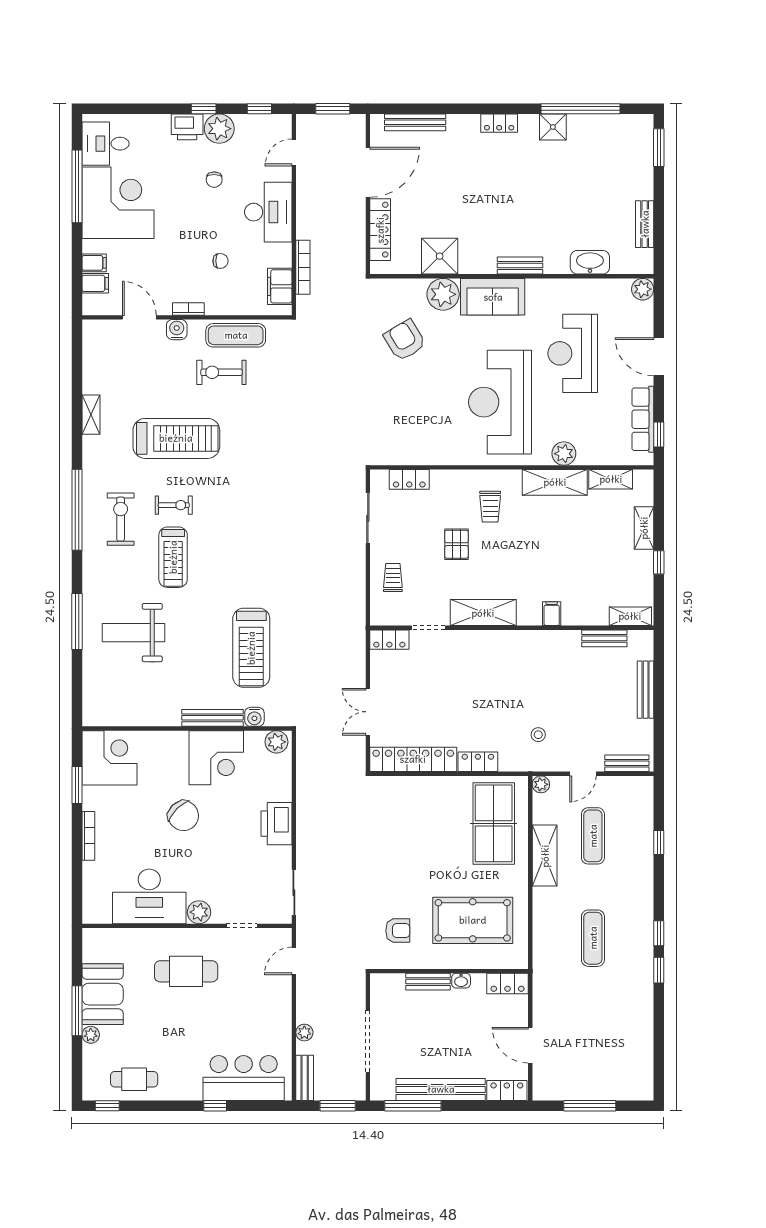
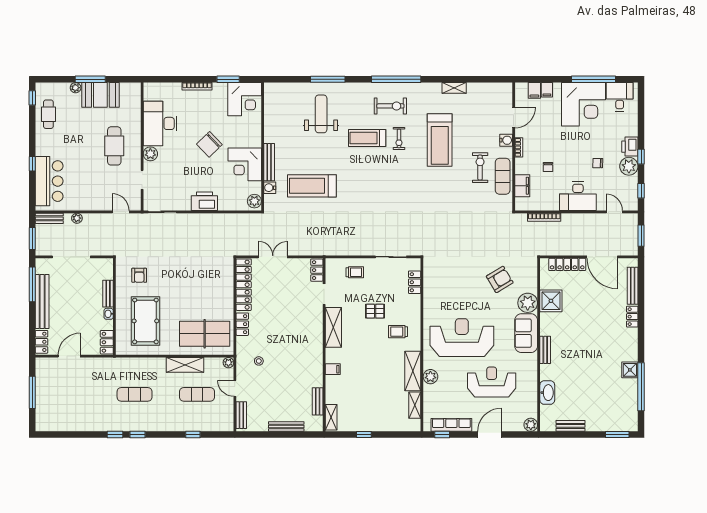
locker: (499, 123) -> (632, 317), moved
filing cabinet: (280, 286) -> (522, 186), moved, turned 90
shelving: (644, 528) -> (385, 426), removed

